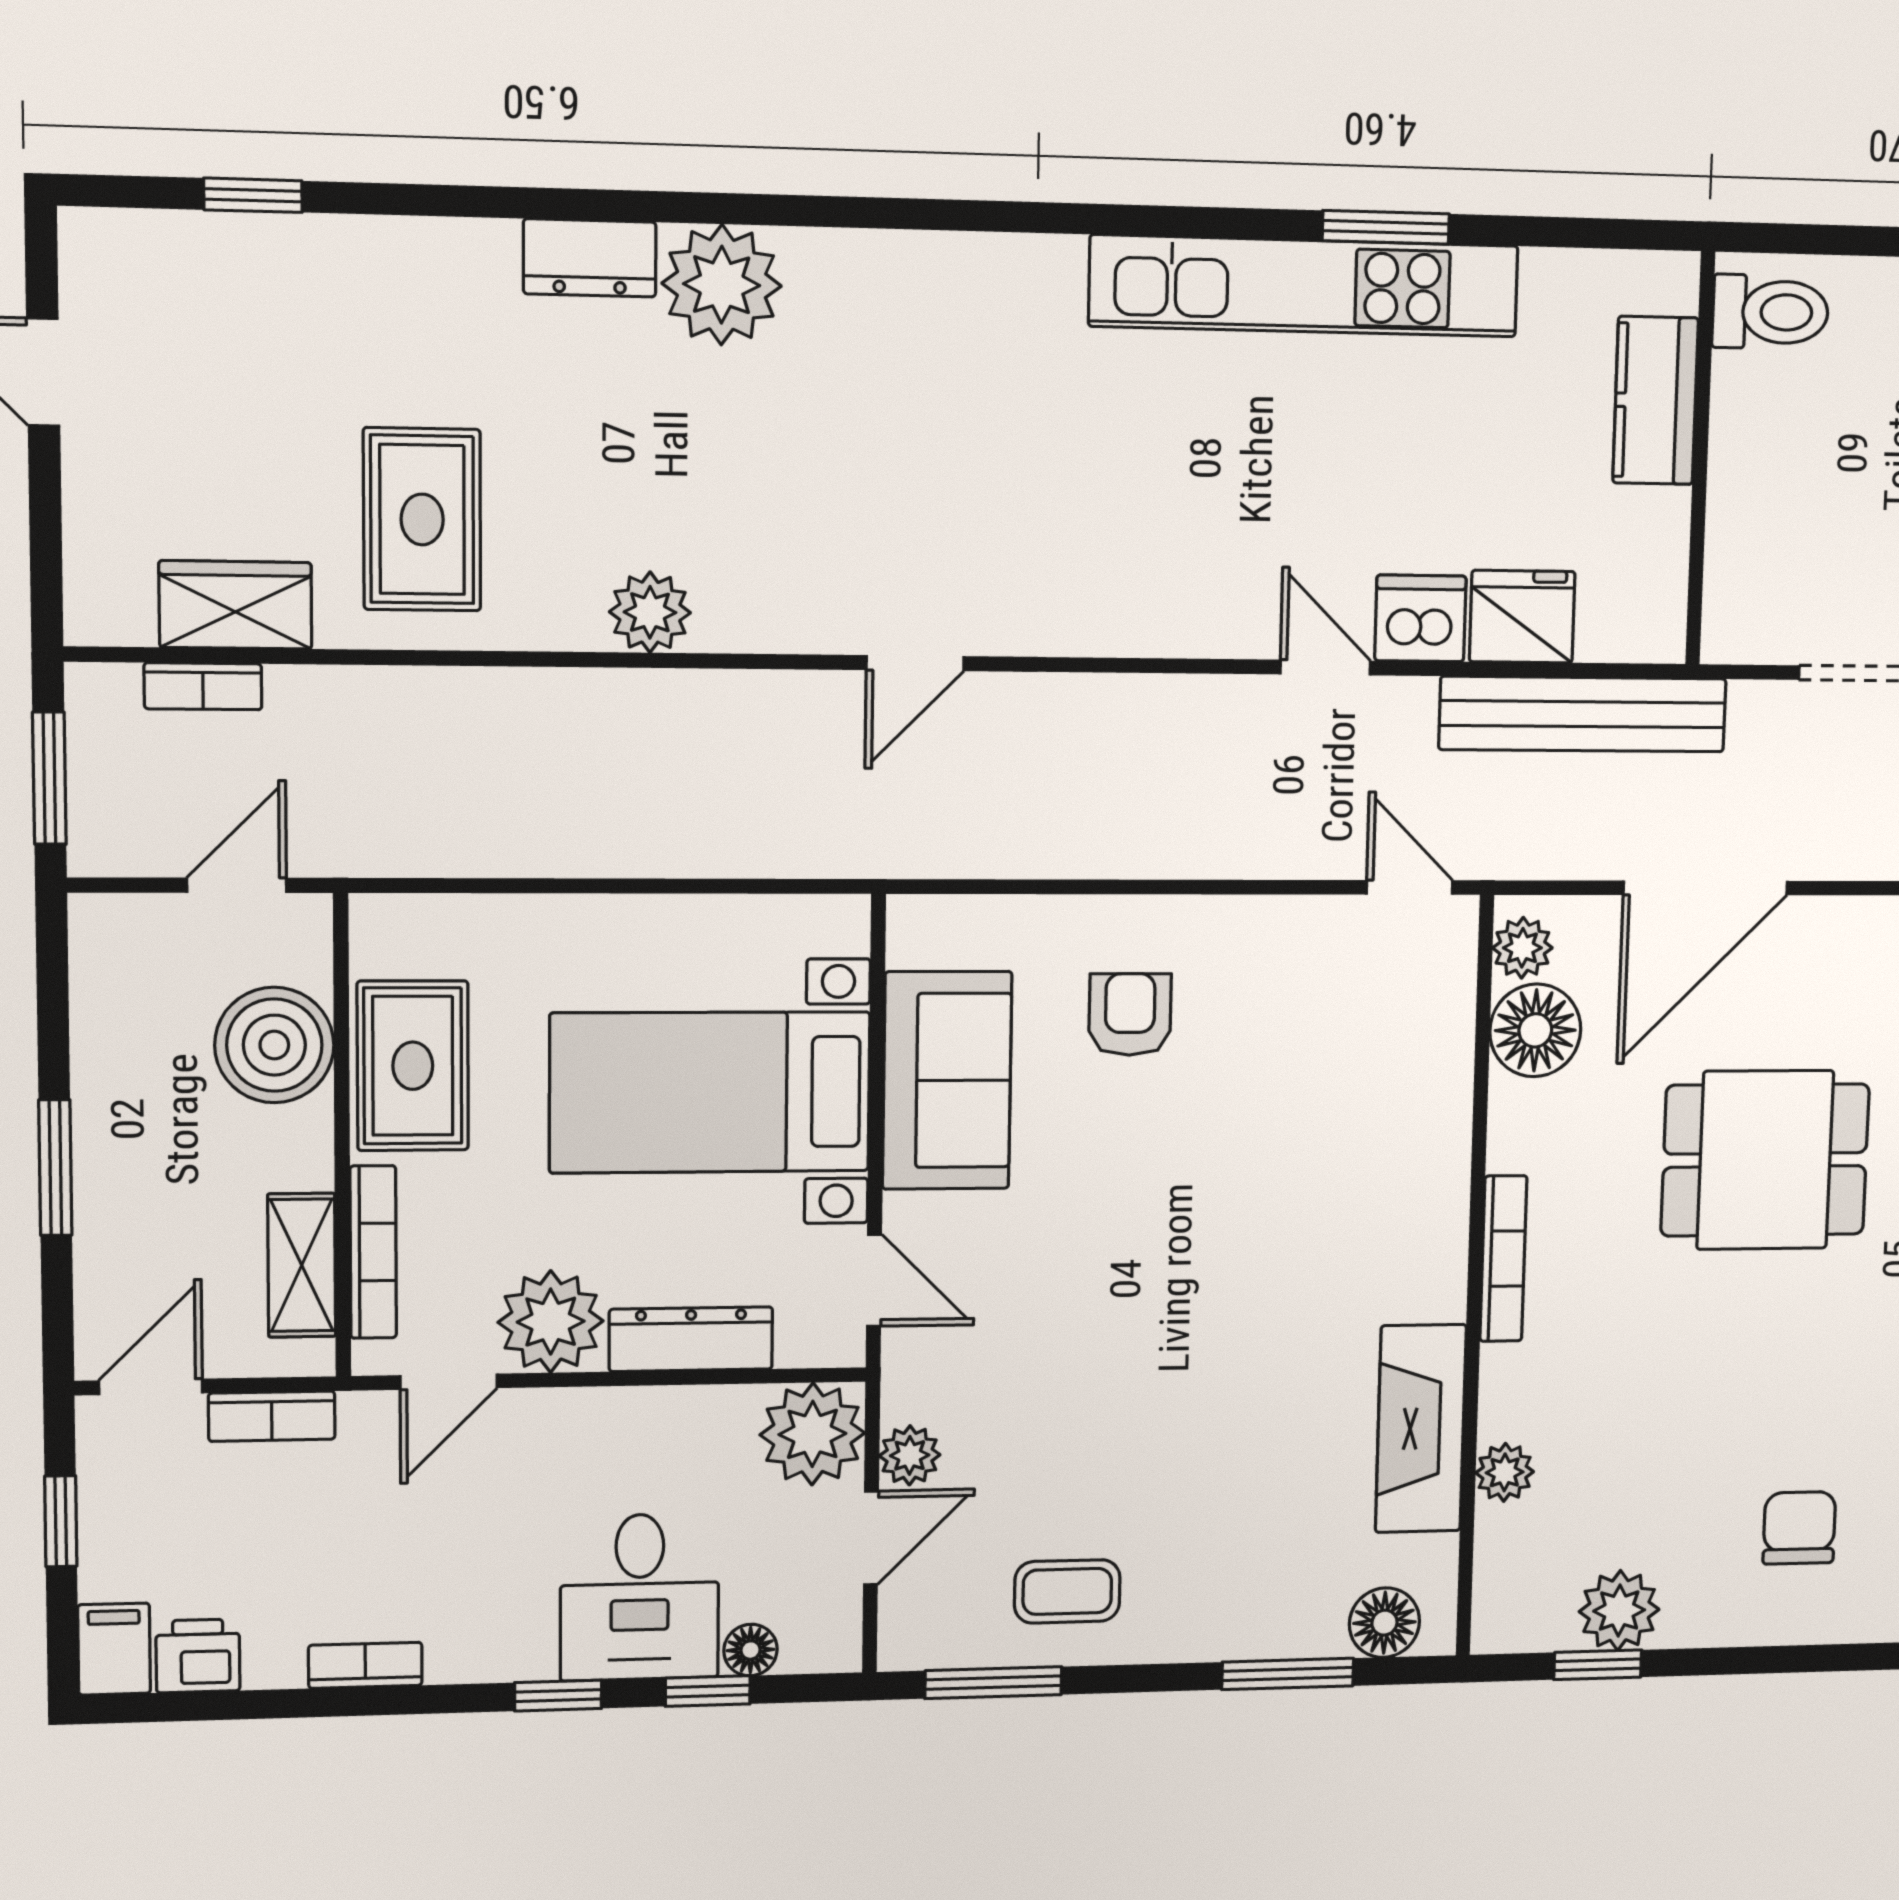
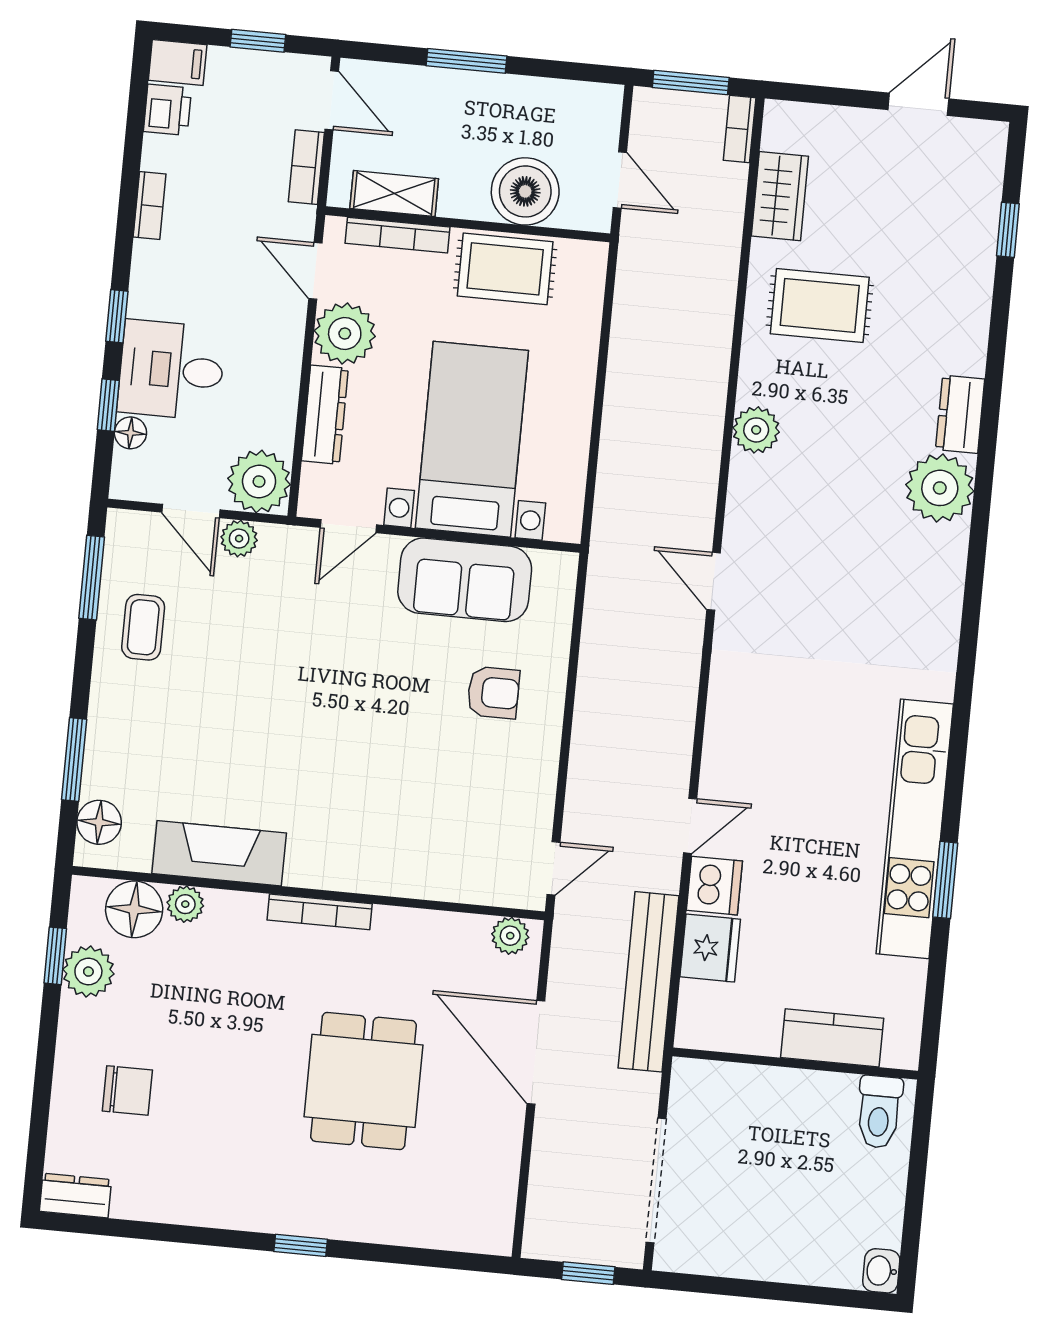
bookcase: (203, 686) -> (740, 129), moved
floor lamp: (1535, 1030) -> (134, 909), moved

